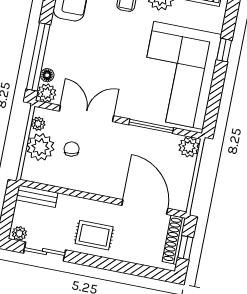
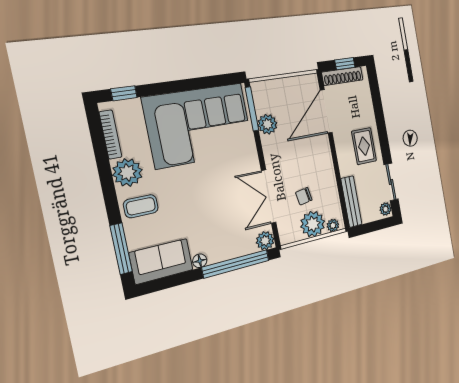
window: (224, 50) -> (124, 93), moved
floor lamp: (47, 75) -> (200, 261), moved
plant: (38, 124) -> (333, 225), moved
window: (151, 126) -> (252, 109), moved
plant: (189, 147) -> (267, 124), moved
bench: (37, 196) -> (351, 202), width x1.36

